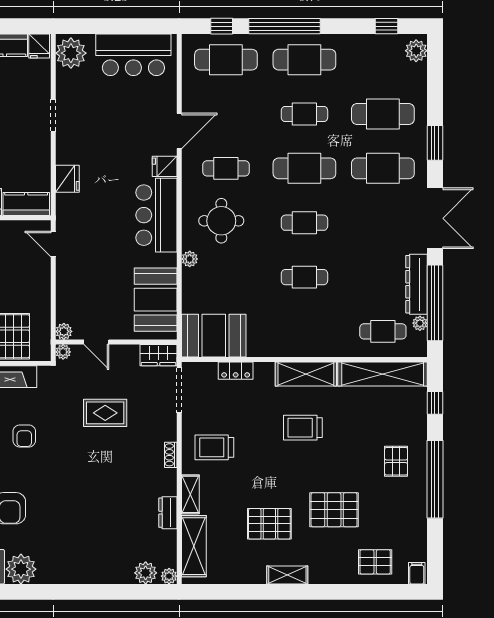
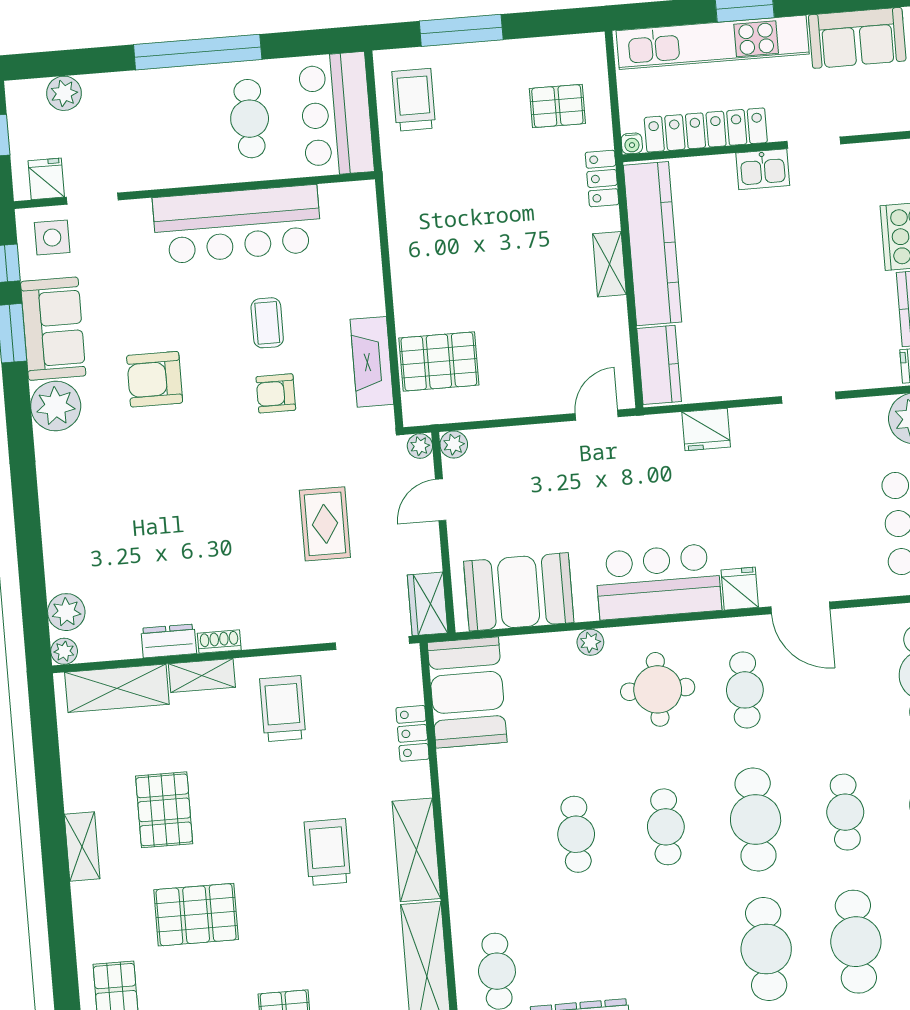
shoe rack: (171, 455) -> (219, 642), moved
pallet: (334, 510) -> (196, 915), turned 90

